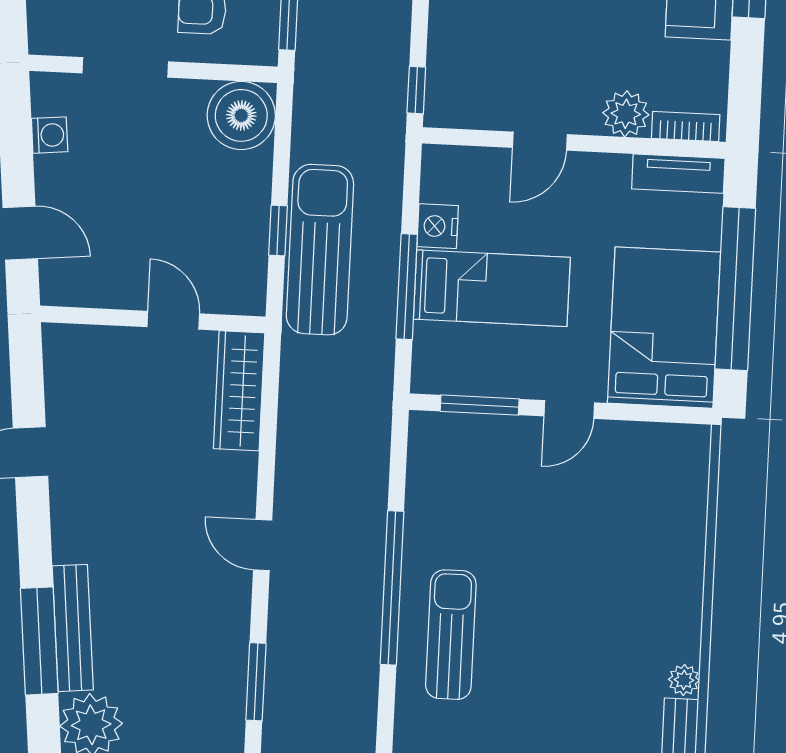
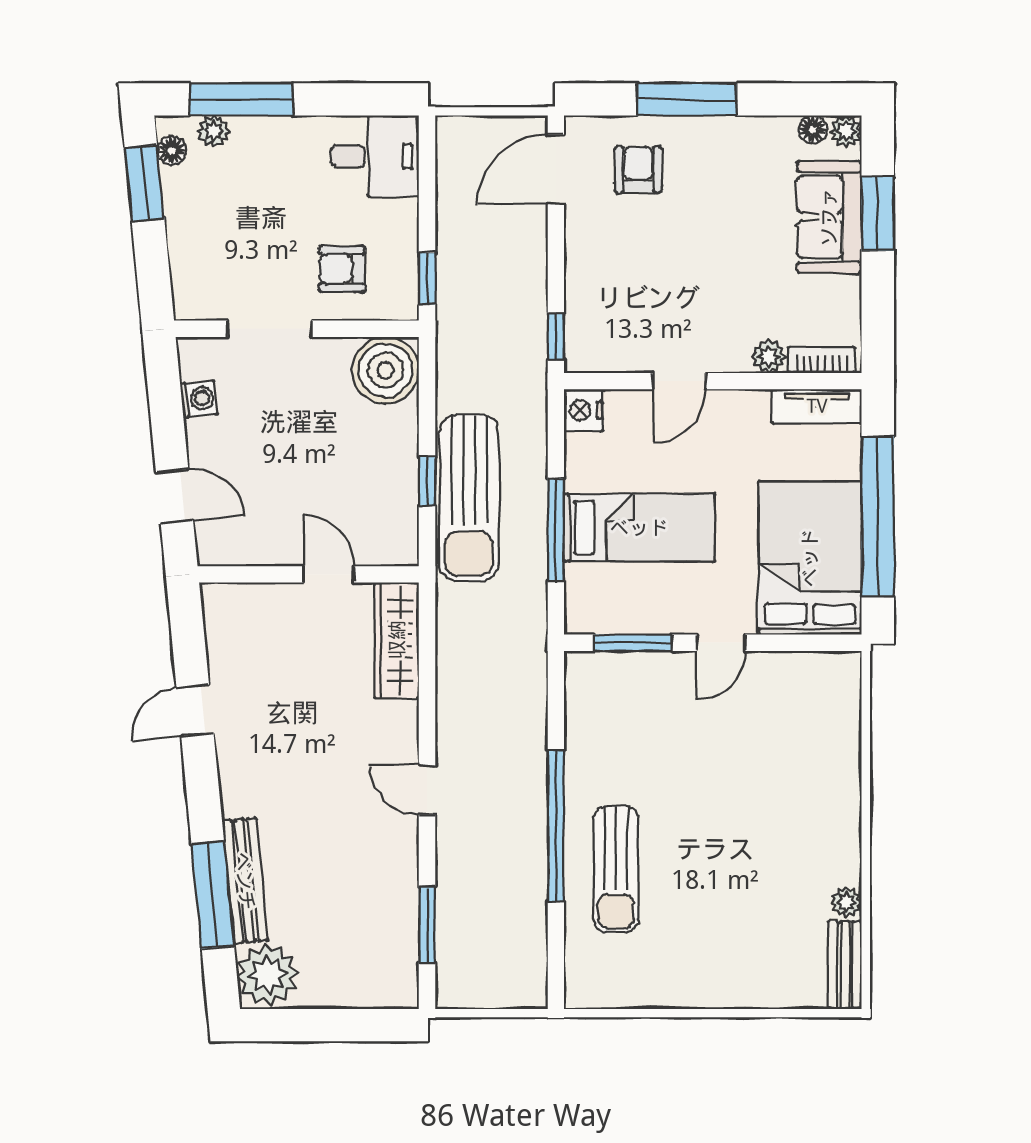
plant: (626, 114) -> (769, 356), width x0.73, depth x0.73
nightstand: (438, 226) -> (583, 410), moved
sun lounger: (320, 250) -> (469, 498), turned 180
sun lounger: (451, 635) -> (616, 869), turned 180

